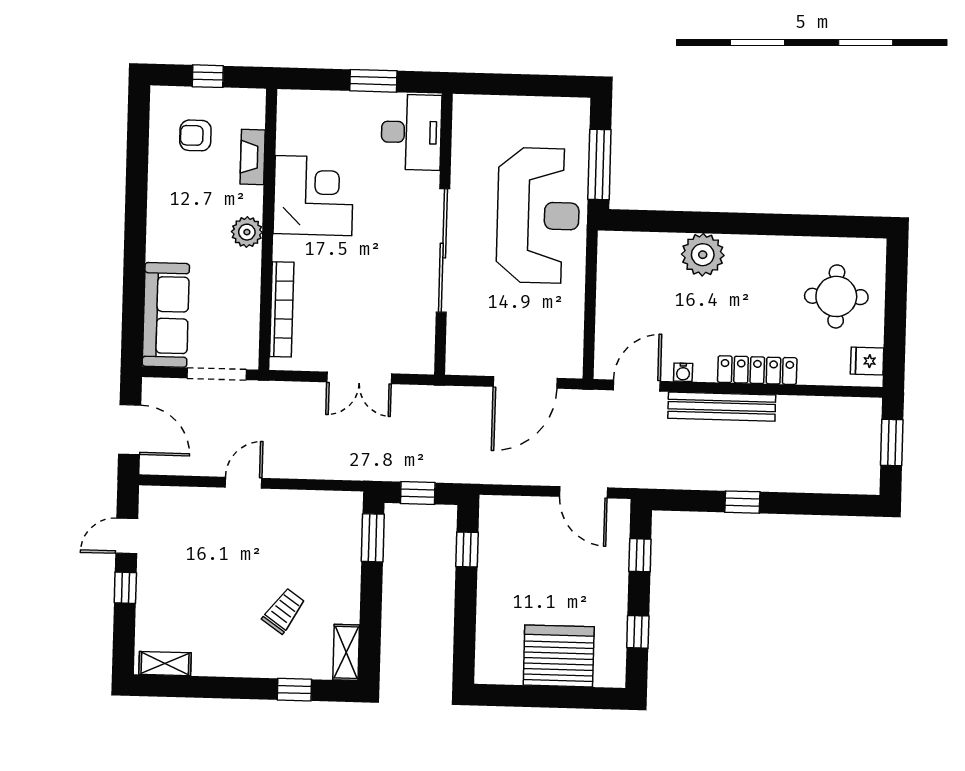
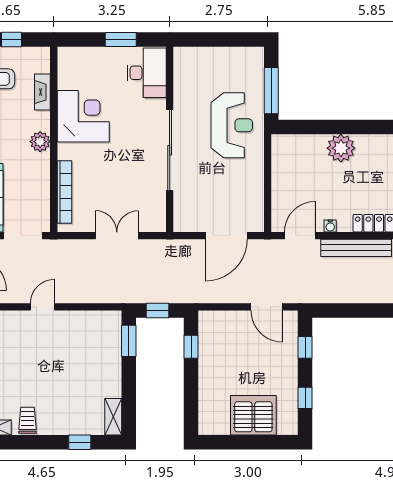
reception desk: (538, 215) -> (232, 125), width x0.74, depth x0.77
double door: (359, 378) -> (117, 236), swing flipped
window: (742, 502) -> (372, 310), removed
trolley: (284, 611) -> (28, 420), moved, turned -35

